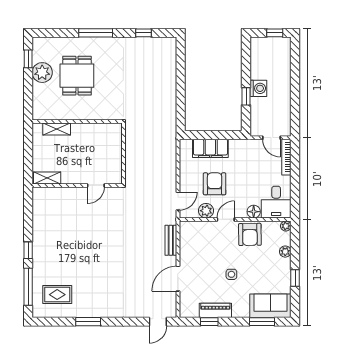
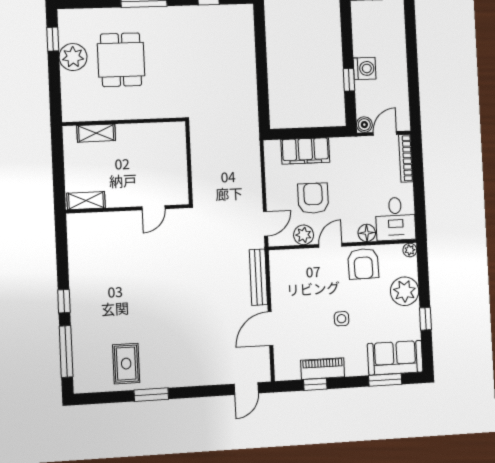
boiler: (256, 130) -> (364, 125), added
door: (271, 138) -> (385, 133), swing flipped
bench: (171, 240) -> (258, 277), width x1.36
plant: (285, 252) -> (405, 291), width x1.88, depth x1.88
rug: (57, 295) -> (126, 364), moved, turned 90

